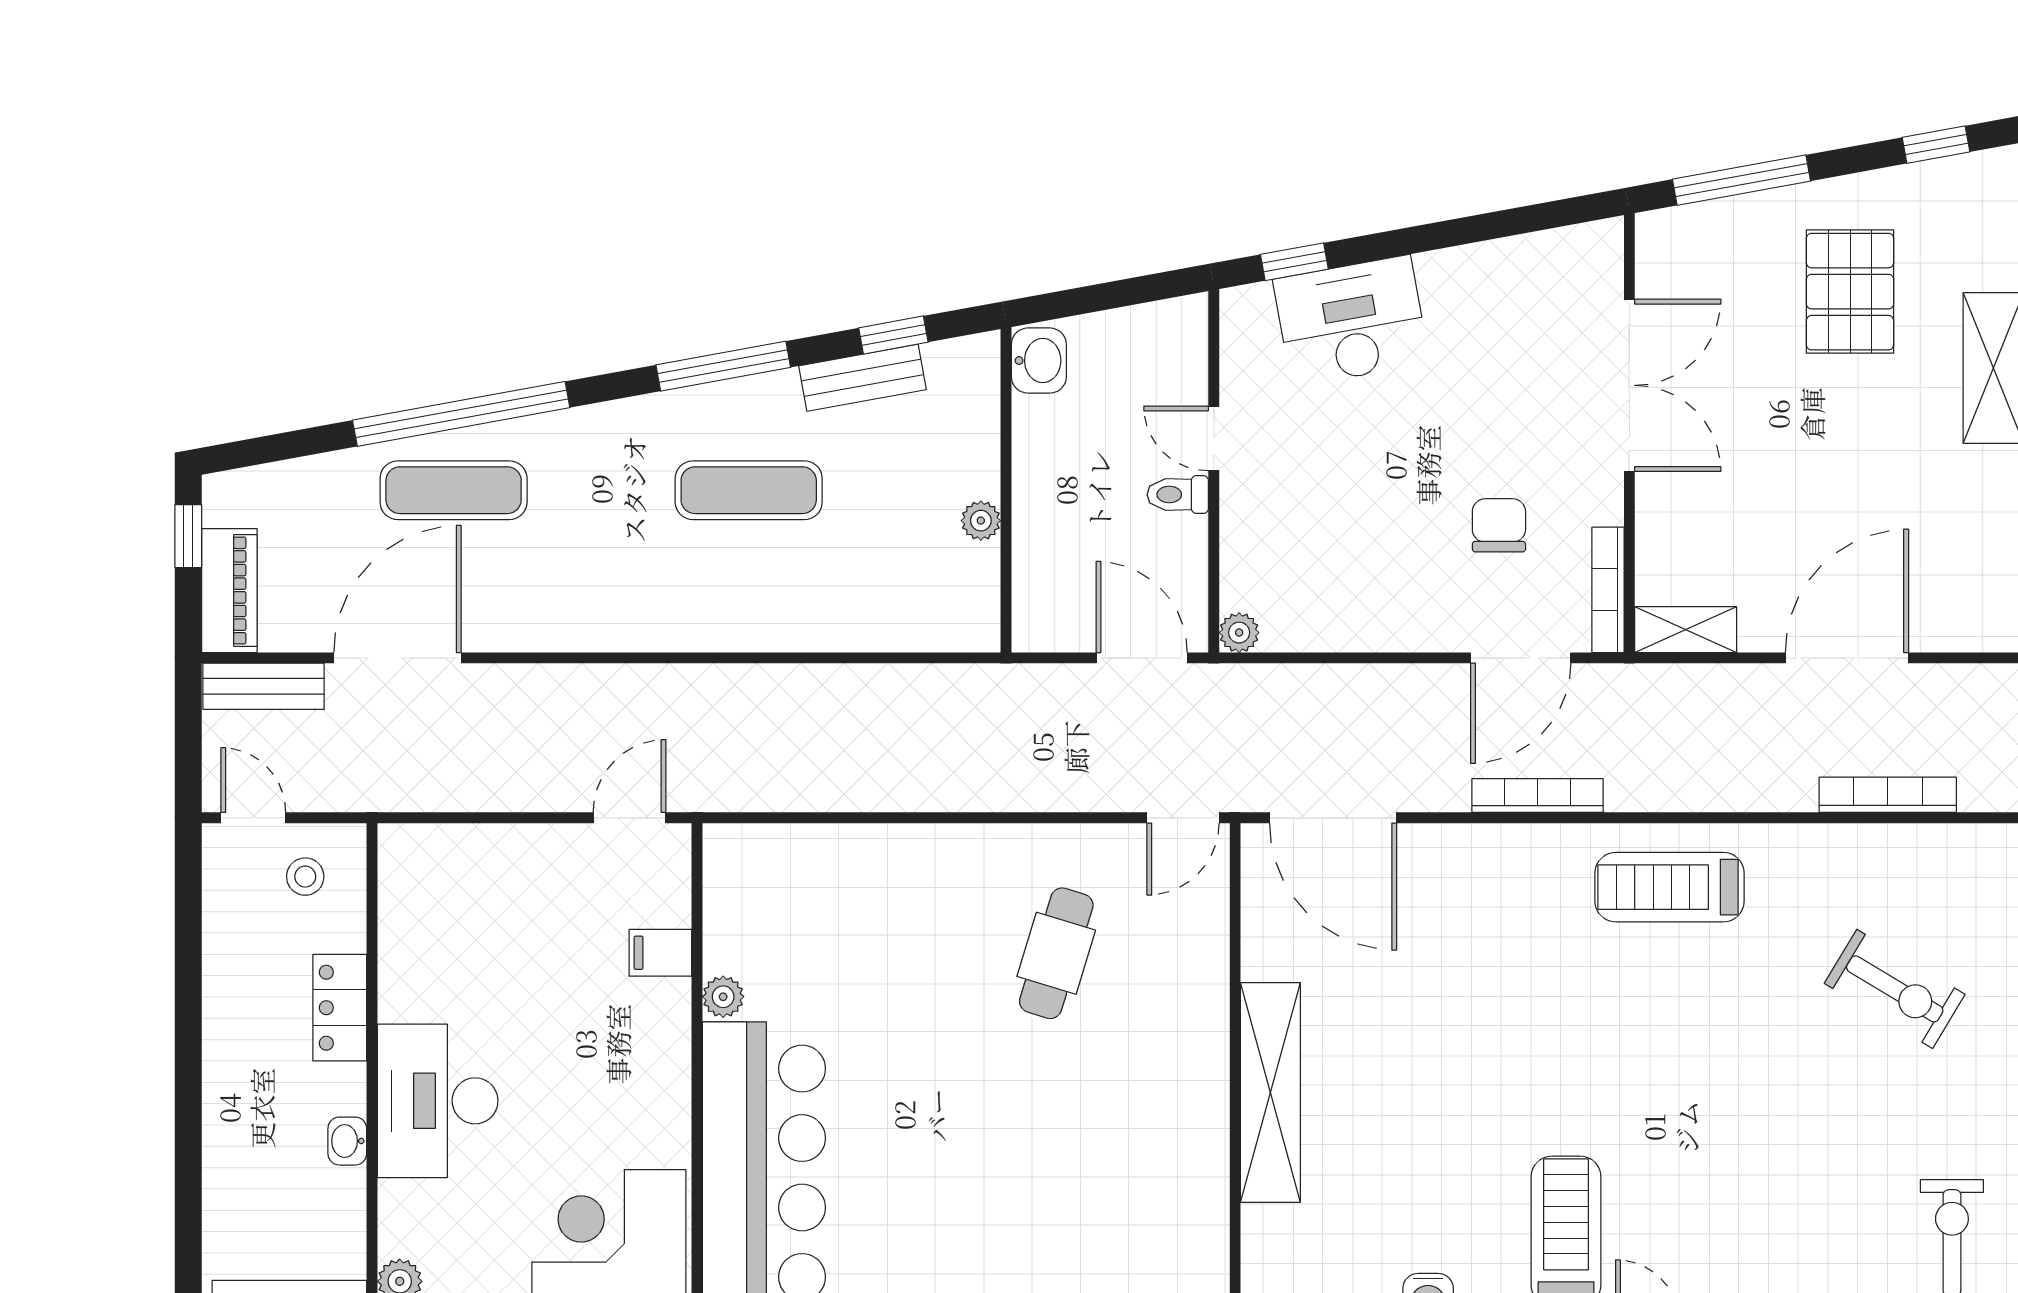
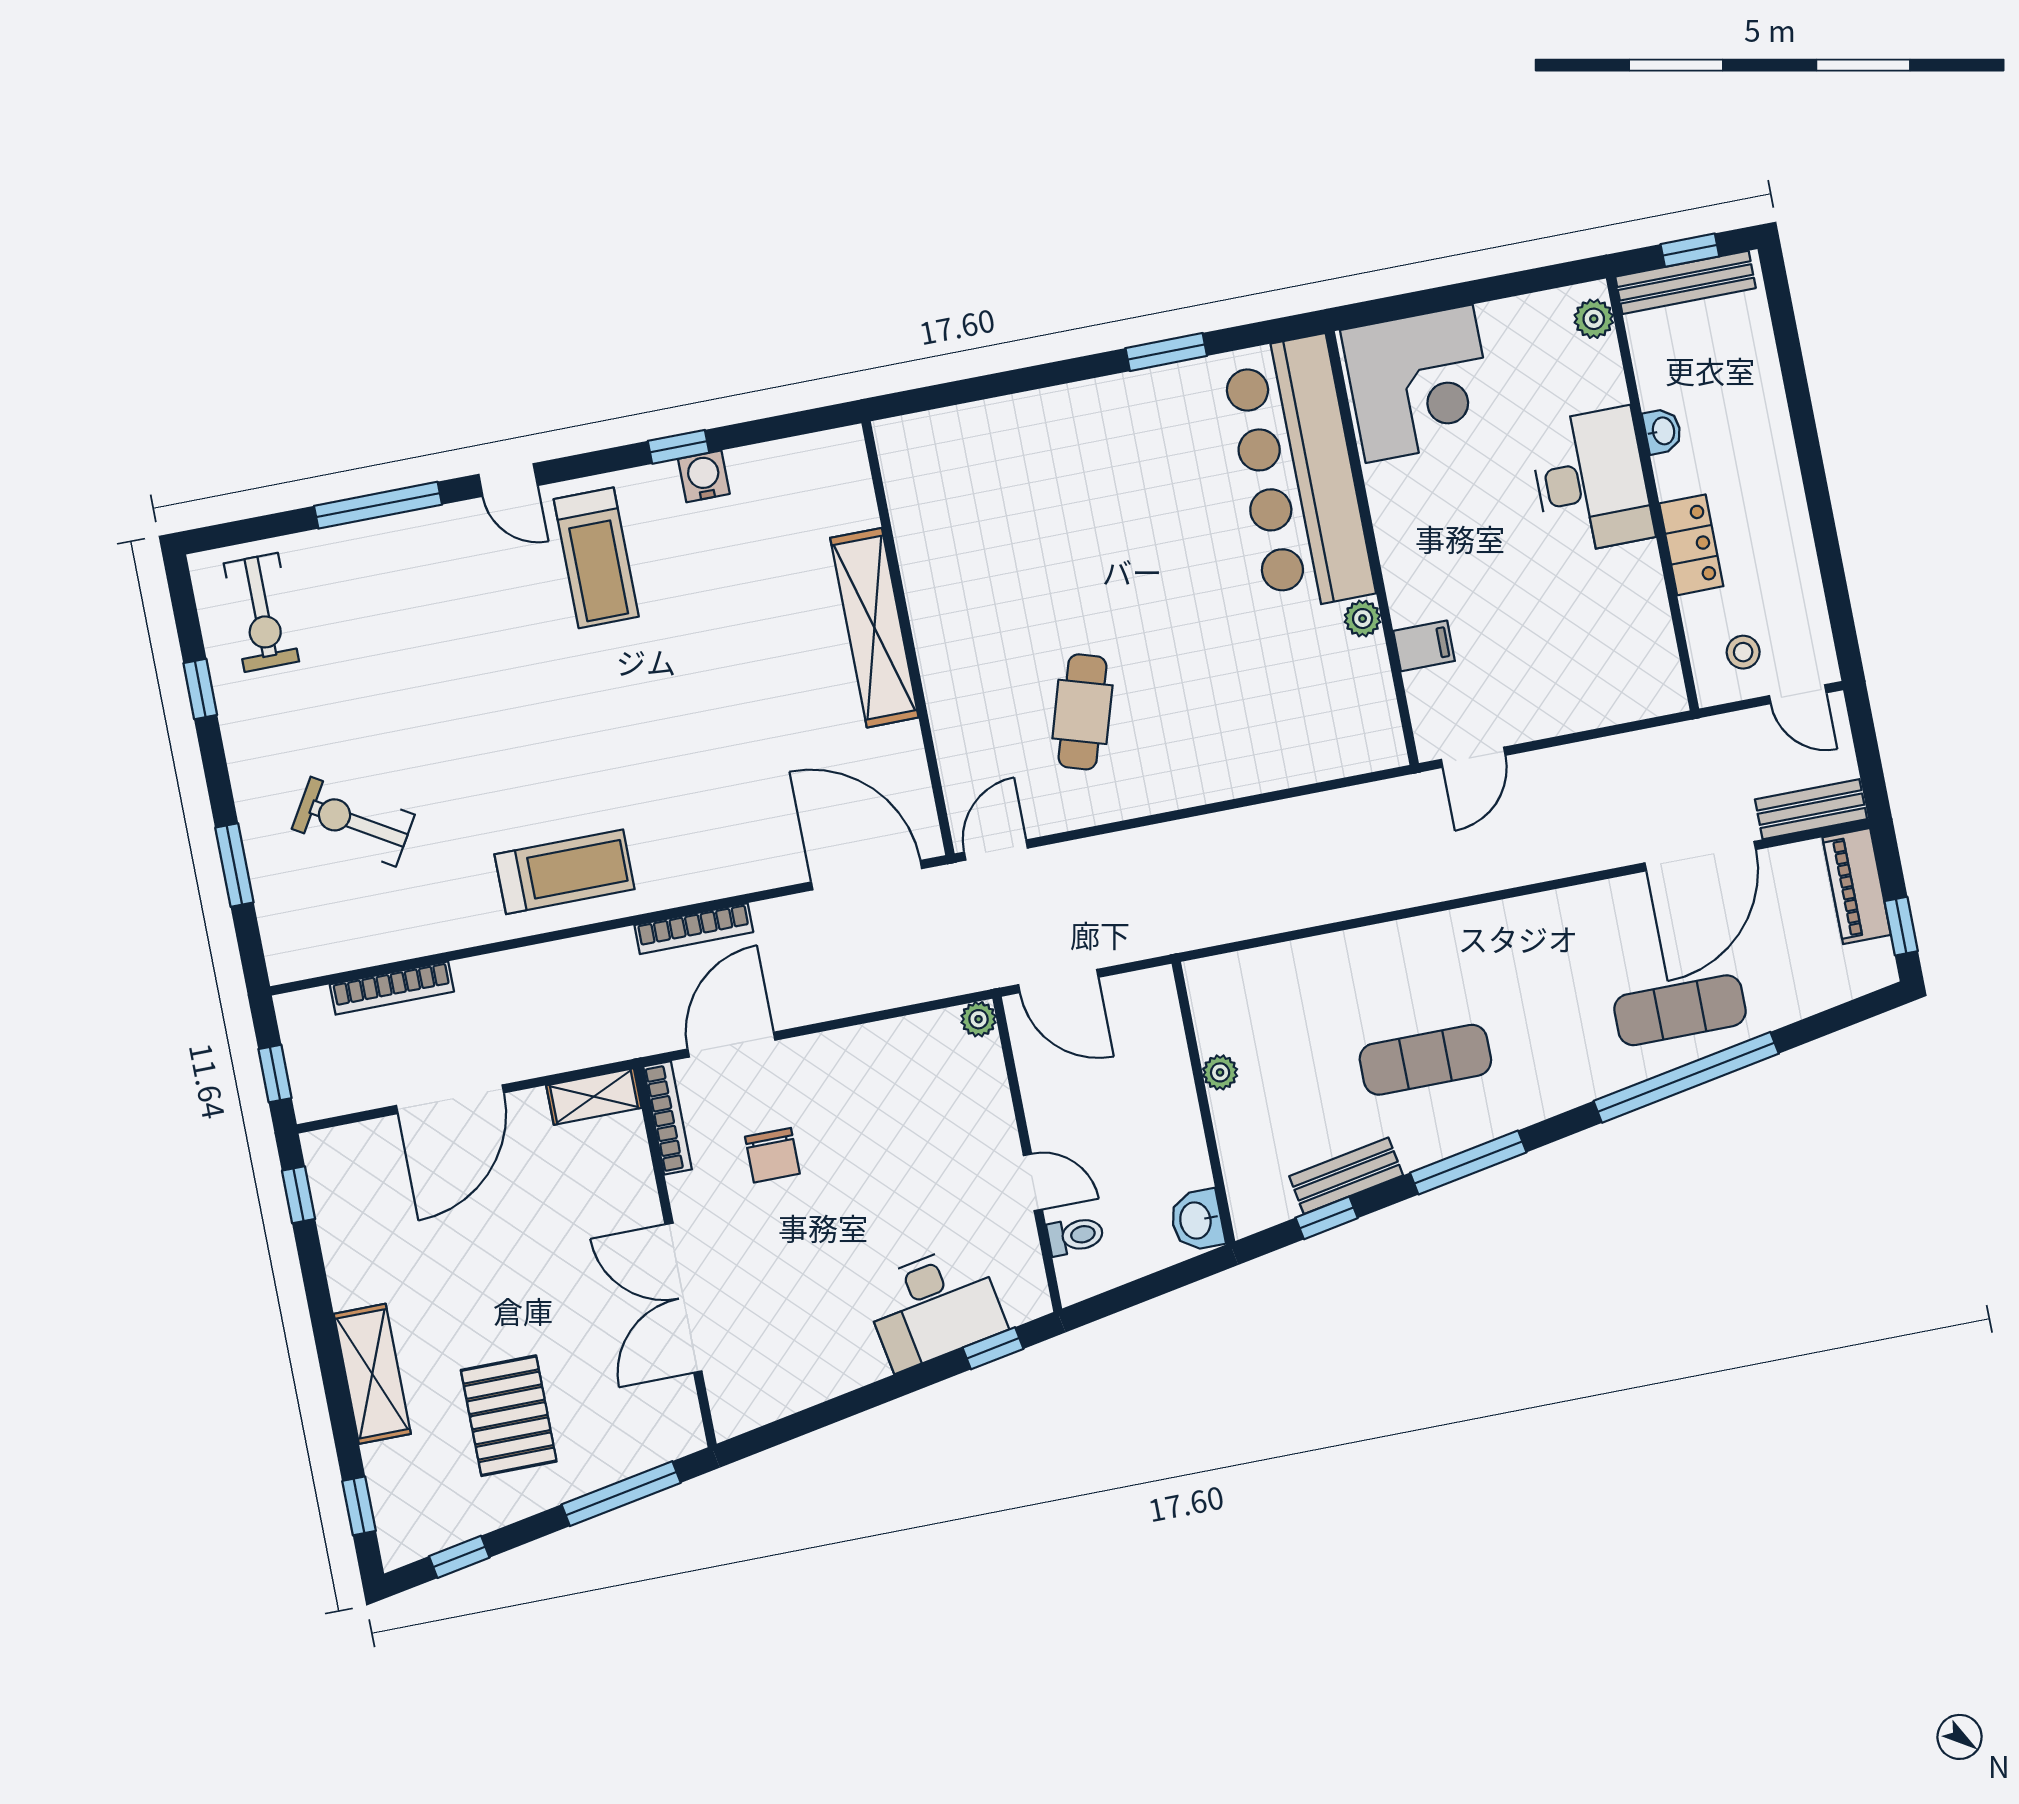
toilet: (1178, 494) -> (1075, 1236), moved

